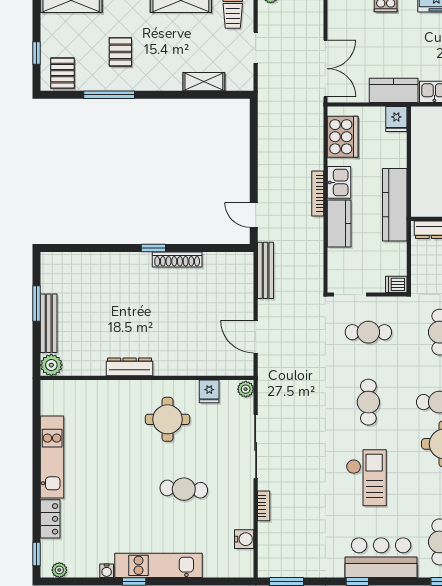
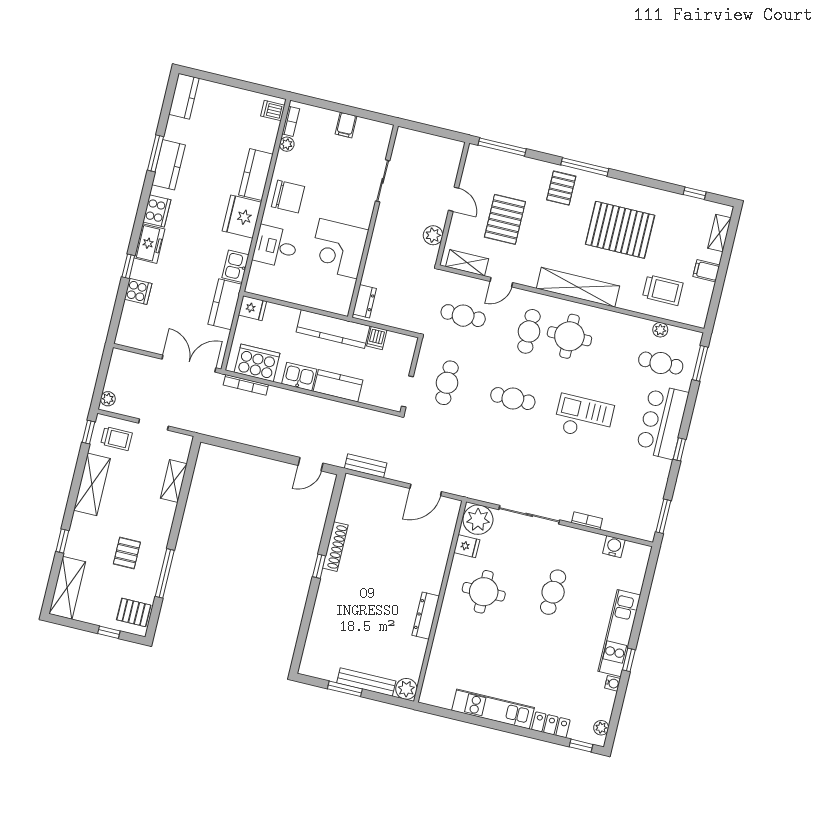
pallet: (120, 52) -> (127, 553), turned 90
bookcase: (318, 193) -> (246, 385), moved
bench: (266, 270) -> (366, 466), width x0.73
dishwasher: (396, 284) -> (377, 338), moved
plant: (246, 389) -> (478, 520), width x1.87, depth x1.87

